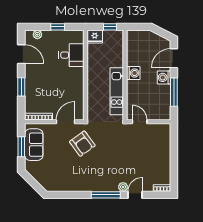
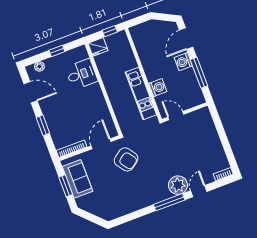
washing machine: (133, 73) -> (158, 88), moved
plant: (123, 187) -> (178, 185), width x1.88, depth x1.88

